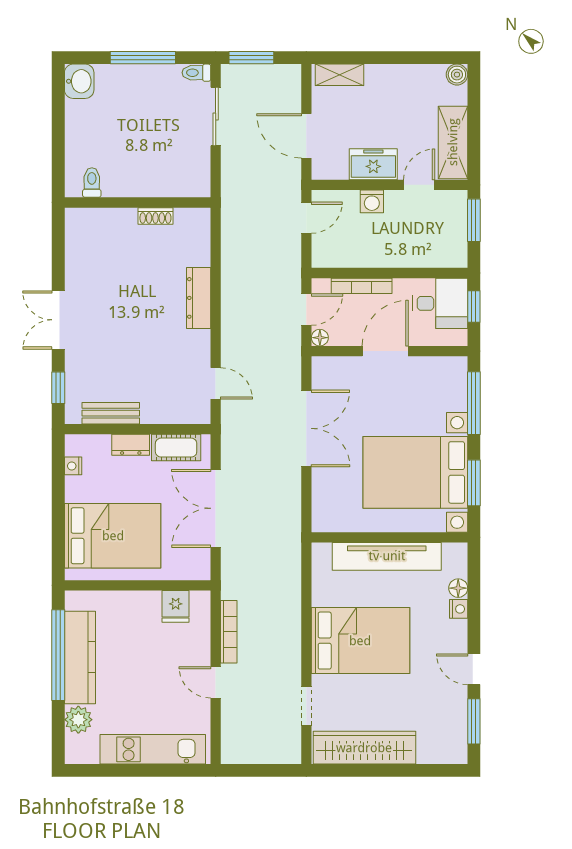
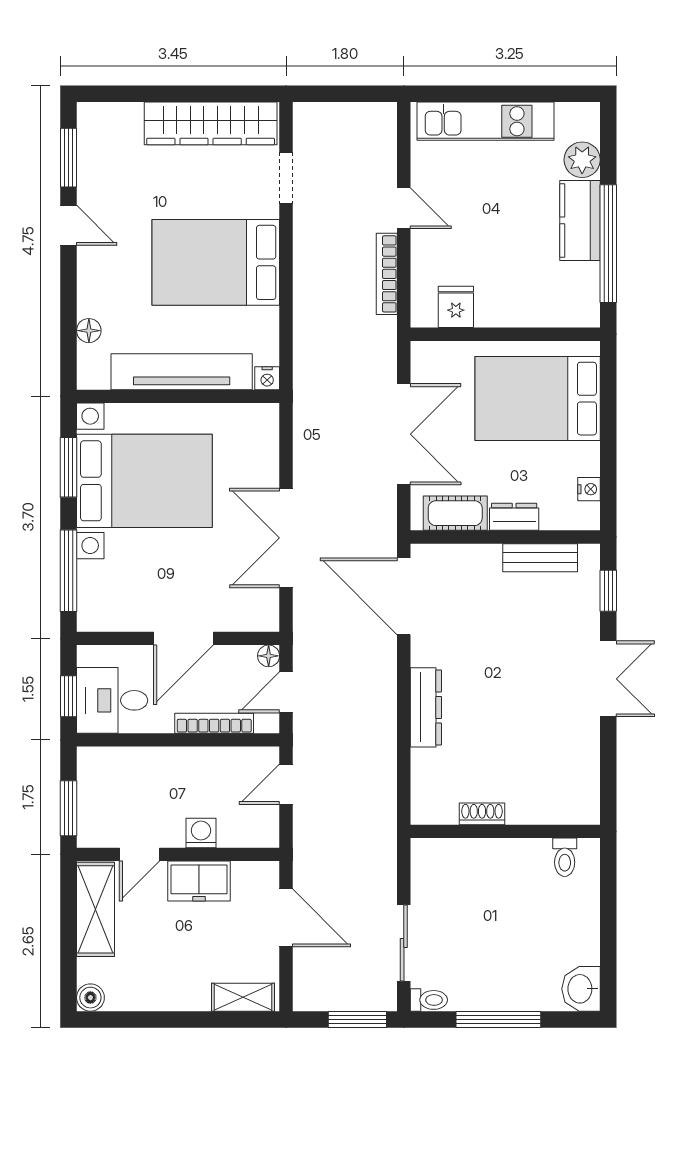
door: (306, 218) -> (286, 784), moved
door: (216, 383) -> (404, 596), width x1.88
nightstand: (459, 609) -> (267, 378), moved, turned -90
kitchen counter: (80, 657) -> (580, 220), width x0.67

